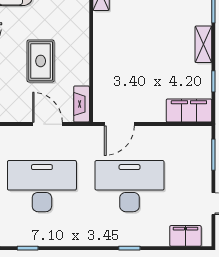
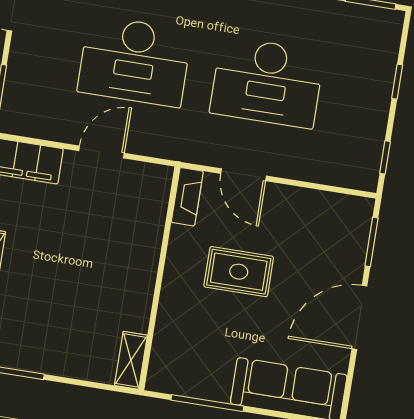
rug: (41, 61) -> (239, 272), turned 90
door: (119, 124) -> (101, 152), moved

